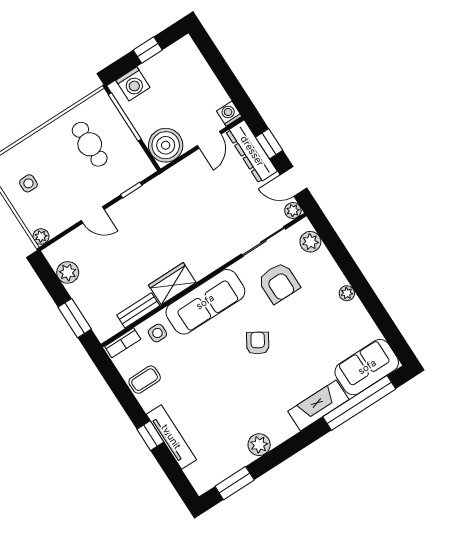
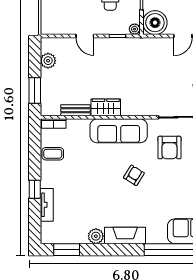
plant: (41, 236) -> (135, 29), moved
side table: (157, 333) -> (78, 131), removed
fireplace: (318, 405) -> (125, 236), moved
tv unit: (171, 437) -> (47, 205), width x0.71

